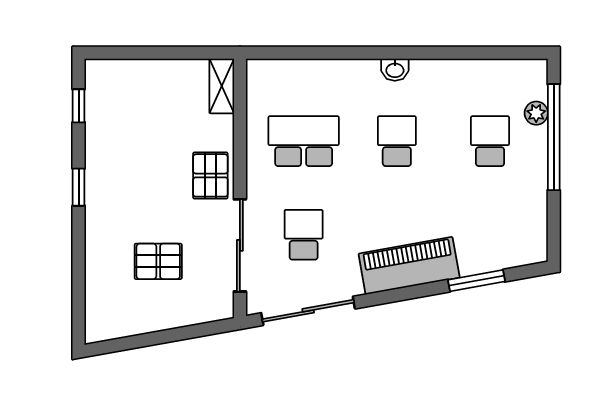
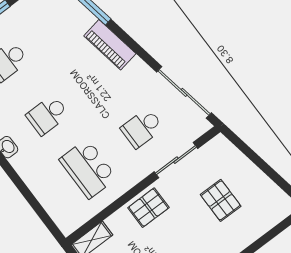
sliding door: (240, 245) -> (176, 160), width x0.73
piano: (409, 266) -> (110, 45), width x0.73, depth x0.75

